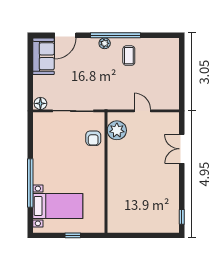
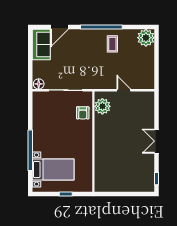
plant: (105, 43) -> (146, 38), moved, width x1.88, depth x1.88
double door: (182, 149) -> (157, 141), moved

